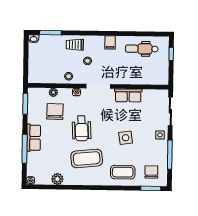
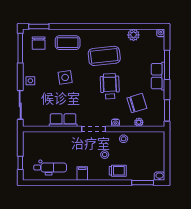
chair: (55, 111) -> (137, 103), turned -108
window: (170, 155) -> (20, 48), moved

